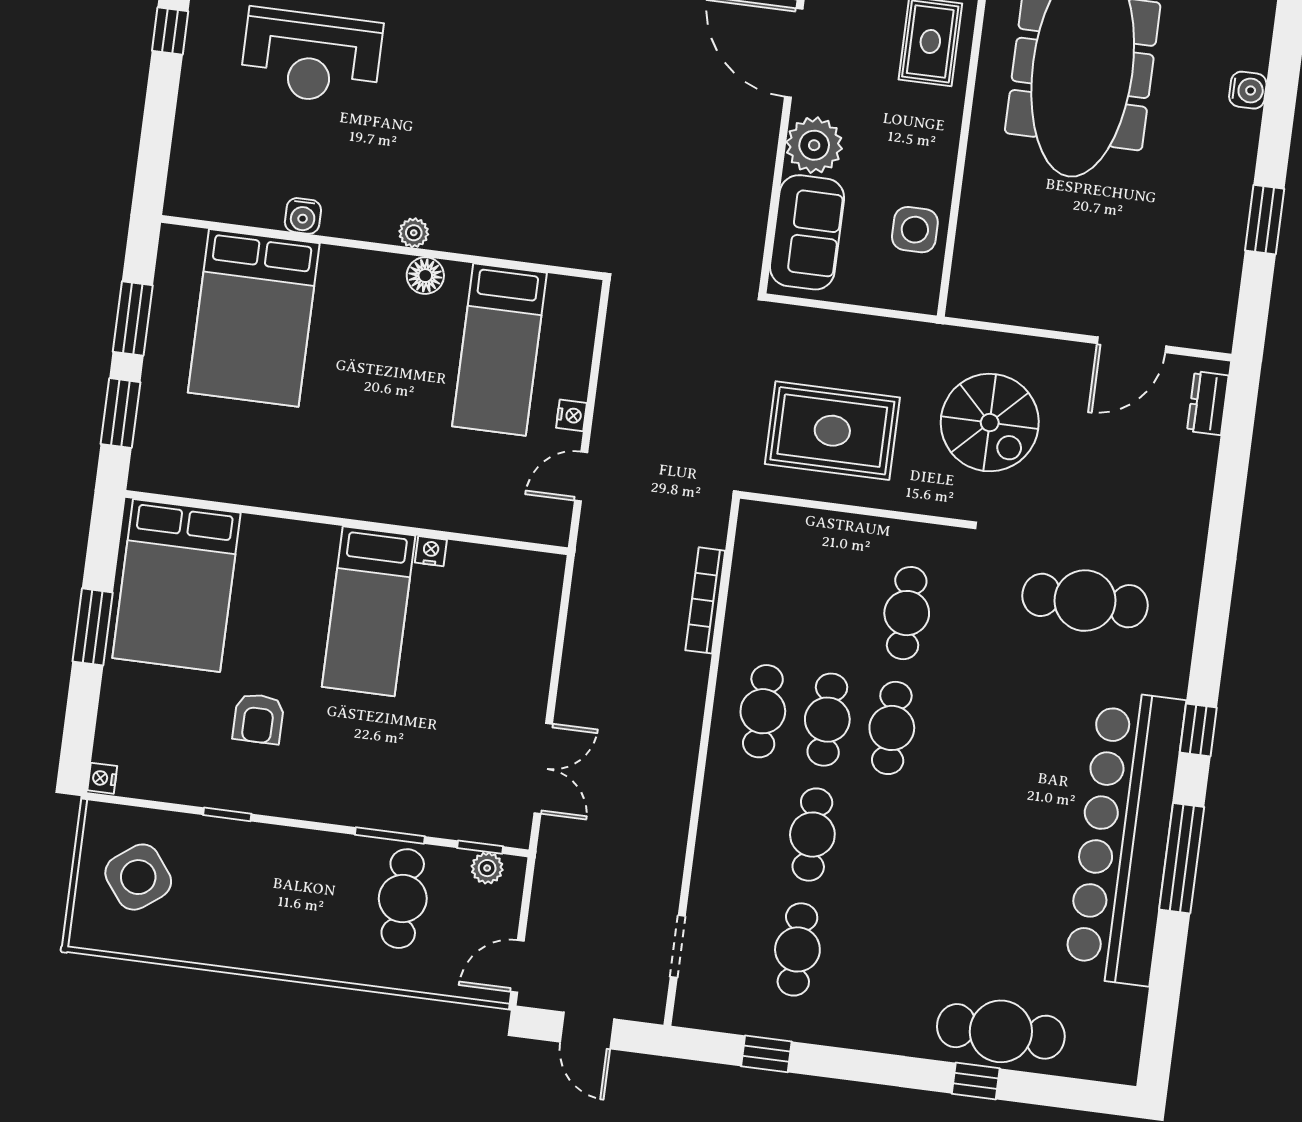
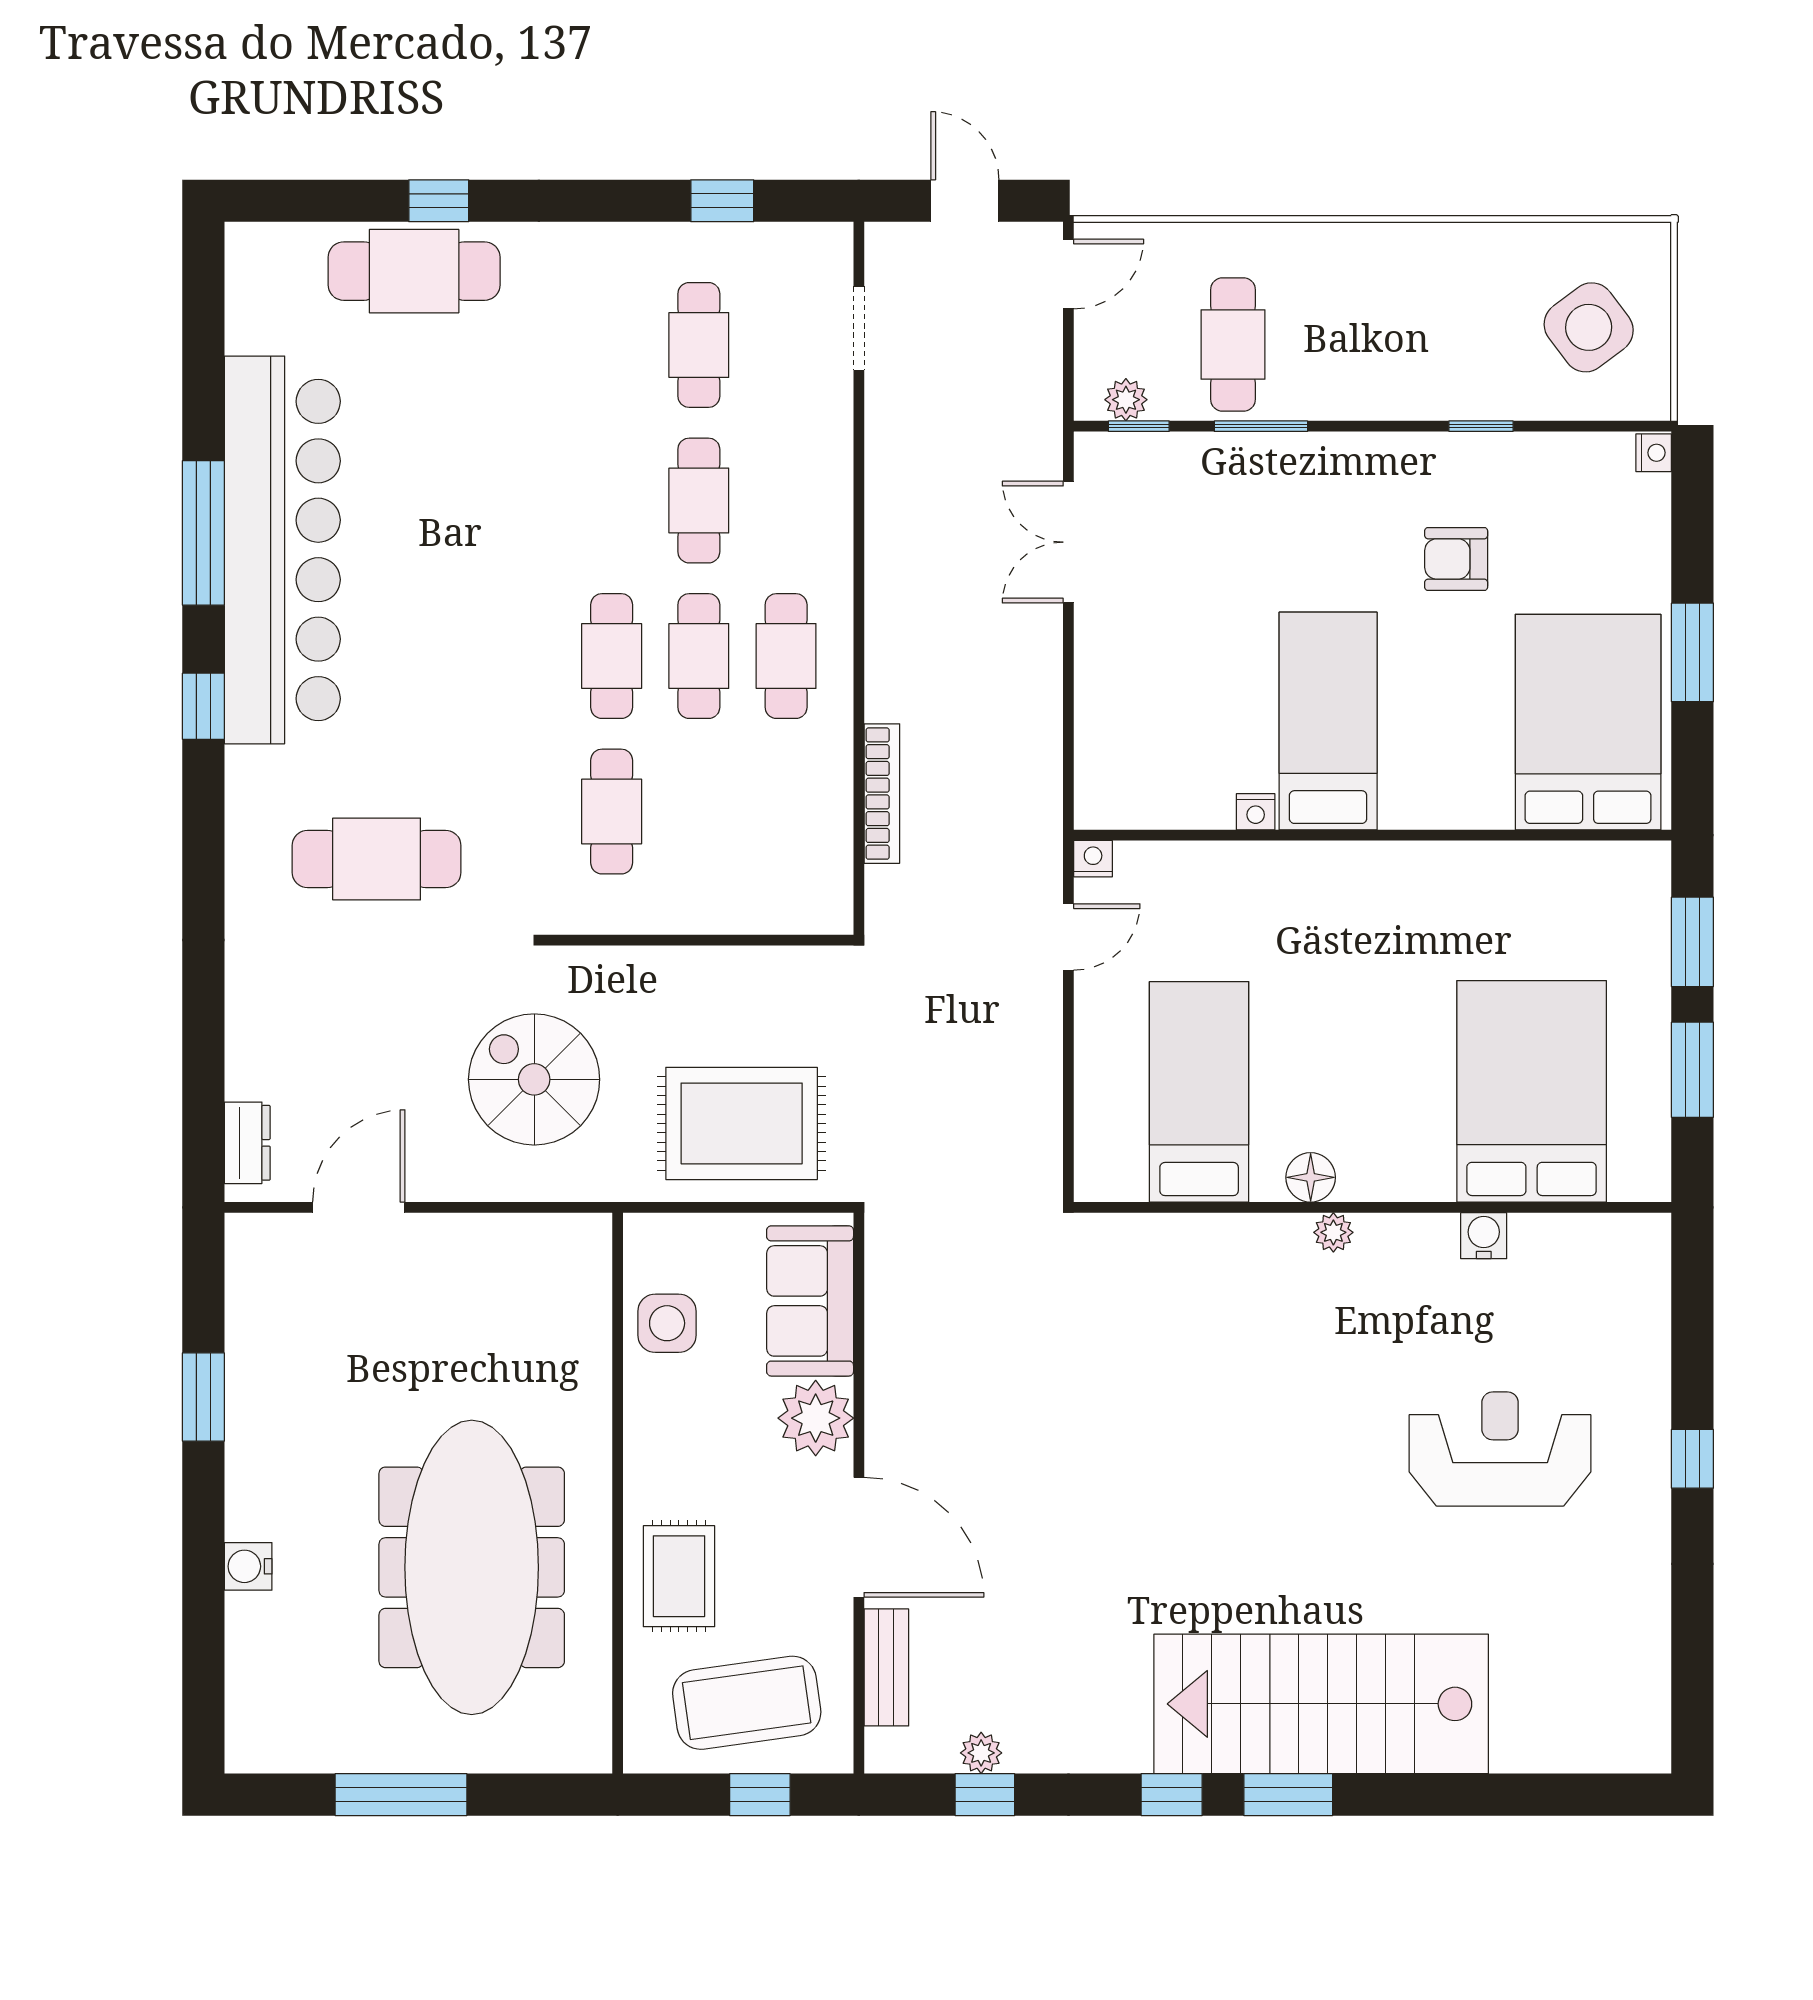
nightstand: (571, 415) -> (1093, 859), moved, turned 90
rug: (832, 431) -> (742, 1123), moved
armchair: (258, 719) -> (1456, 559), turned -90

